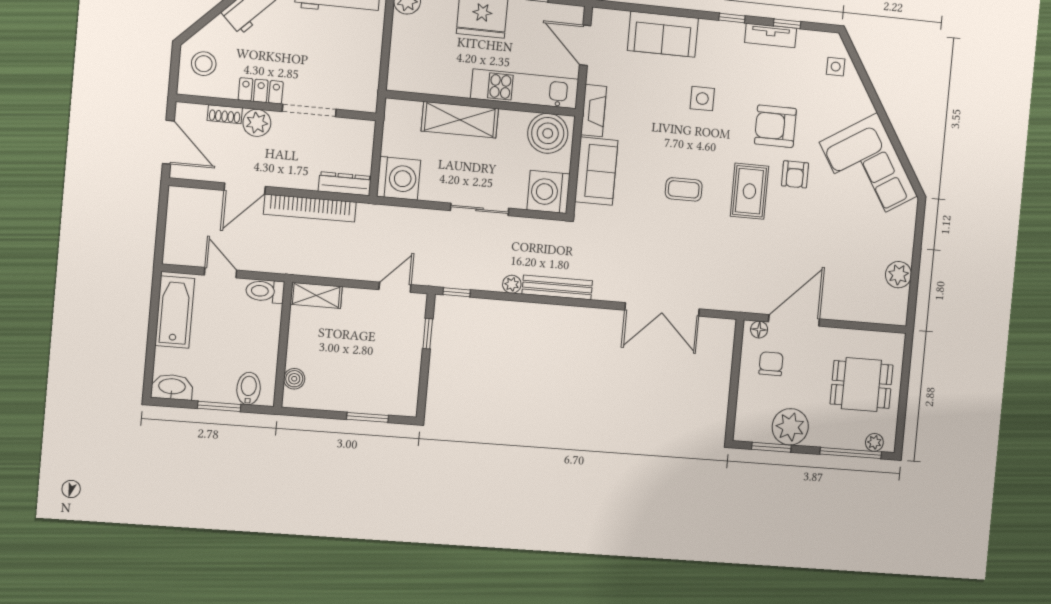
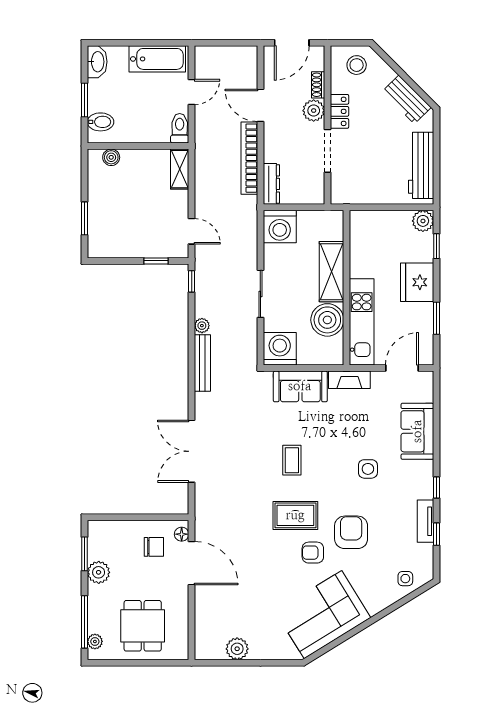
boiler: (548, 133) -> (327, 320), moved
plant: (790, 427) -> (99, 572), width x0.73, depth x0.73

